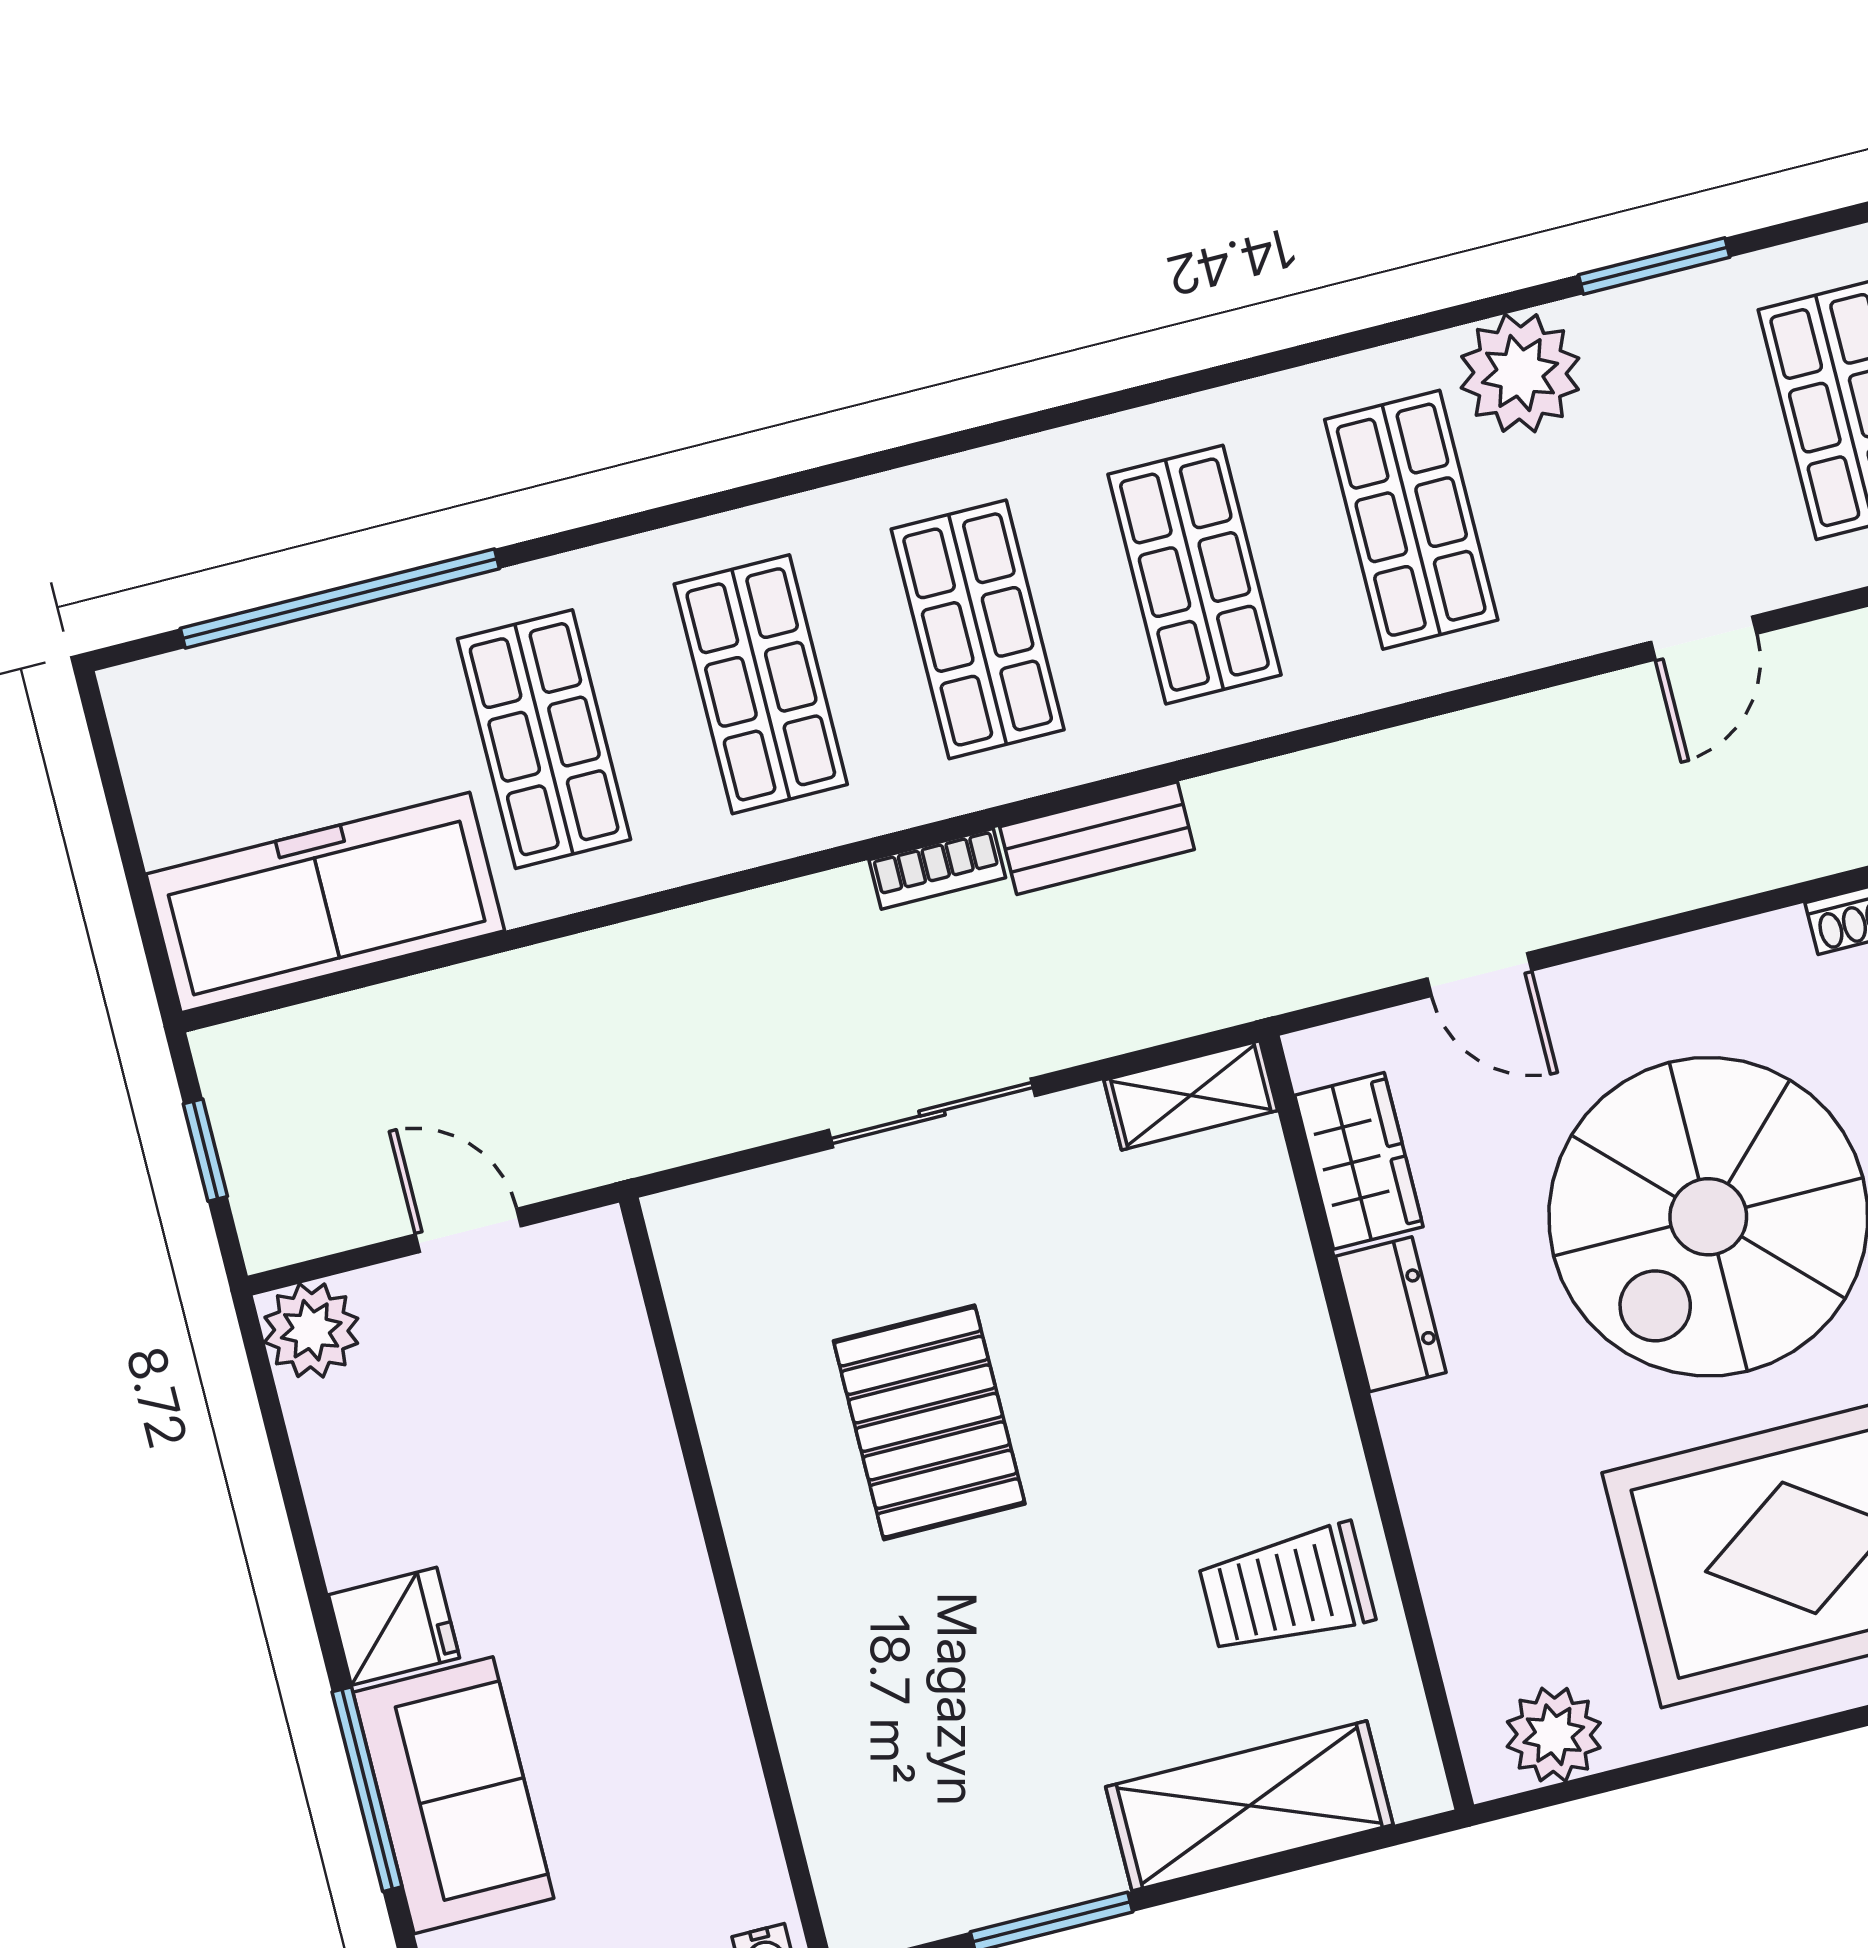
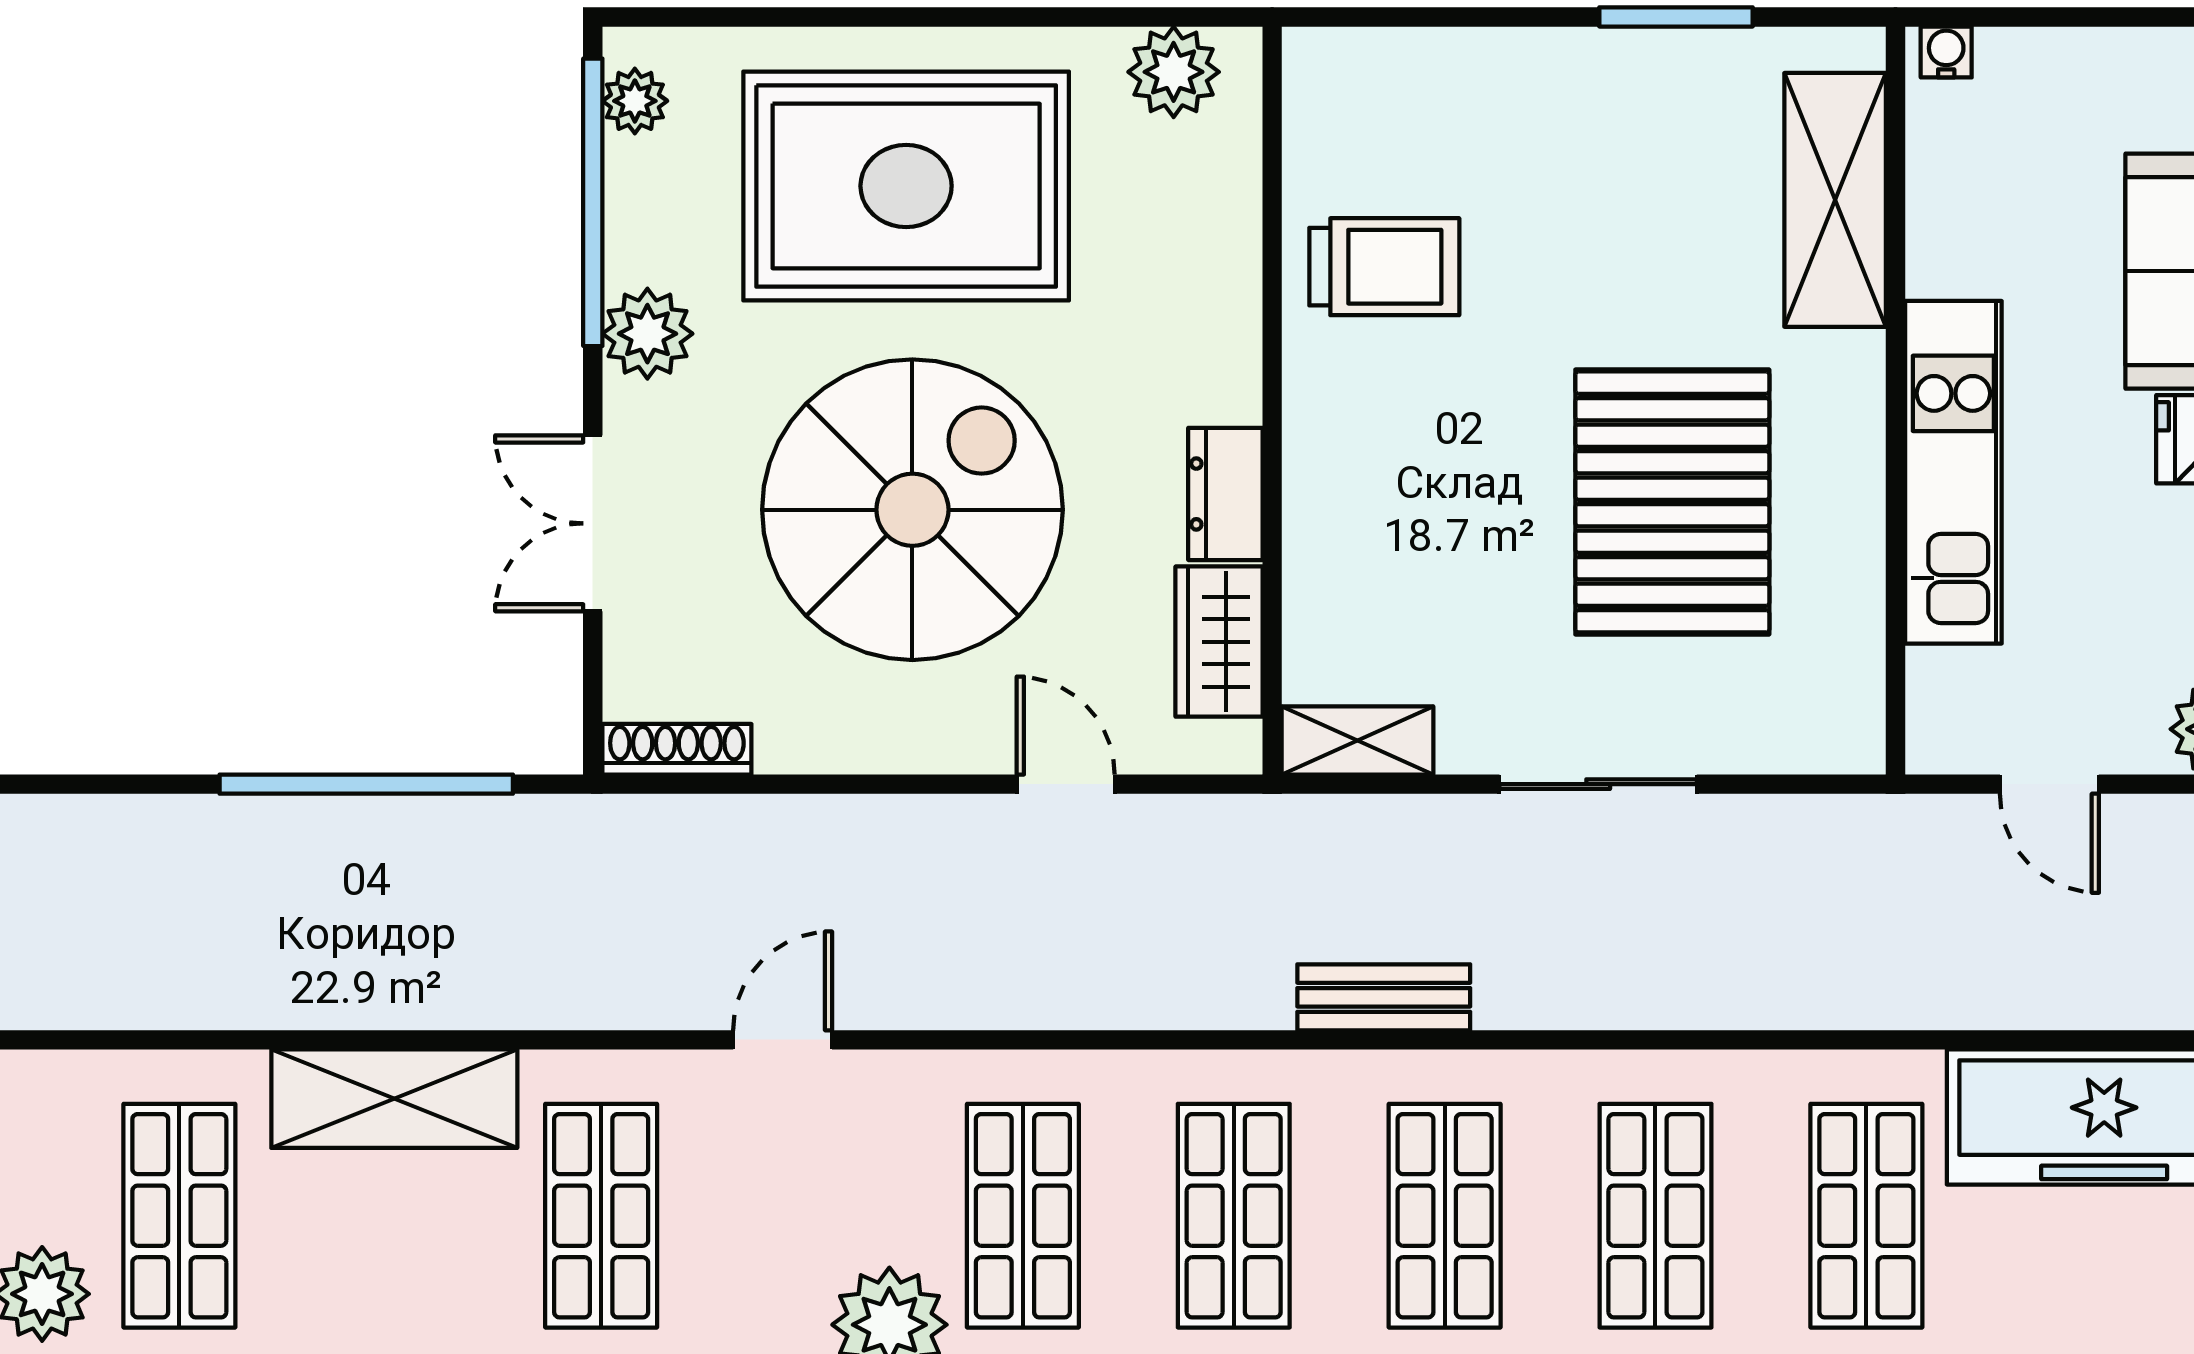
bookcase: (937, 869) -> (1537, 1006), removed
pallet: (929, 1422) -> (1672, 502), width x1.37, depth x1.41
kitchen unit: (648, 1526) -> (1953, 472), added
shelving: (1249, 1806) -> (1835, 200), moved, turned 90

